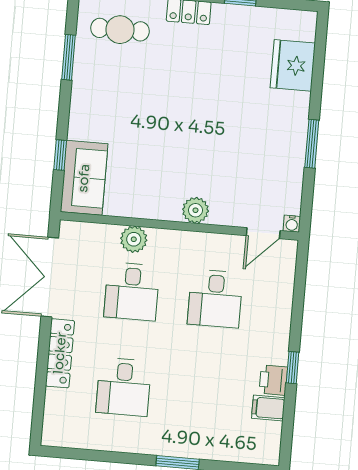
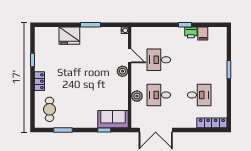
fridge: (293, 65) -> (69, 36), moved
door: (263, 233) -> (130, 56), moved
desk: (132, 291) -> (159, 95), turned 180
desk: (215, 299) -> (159, 60), turned 180
locker: (60, 353) -> (212, 123), moved

